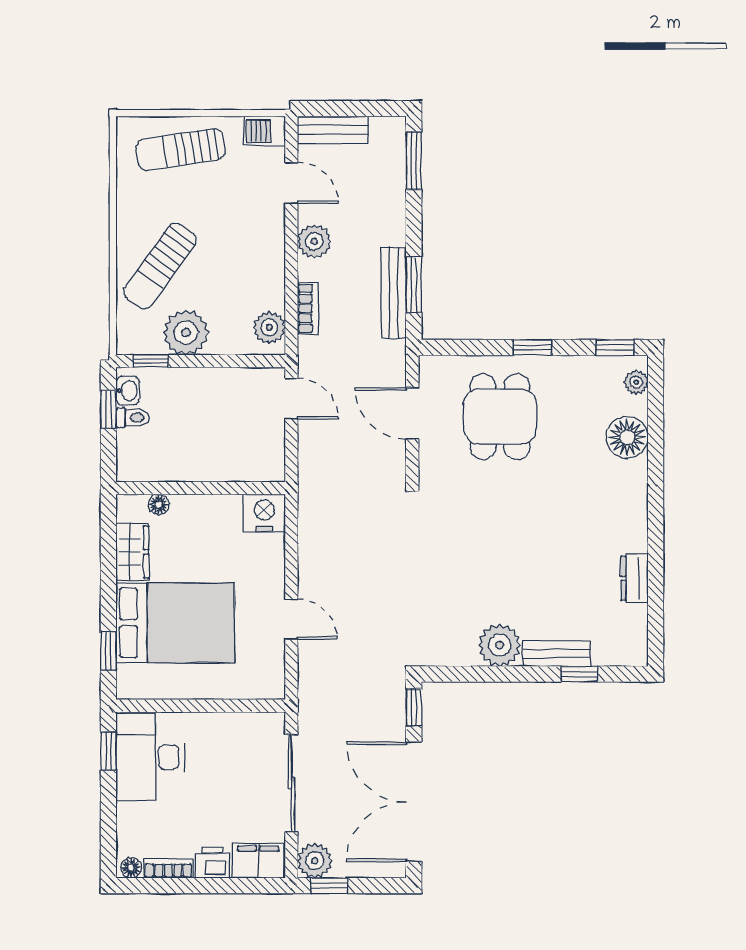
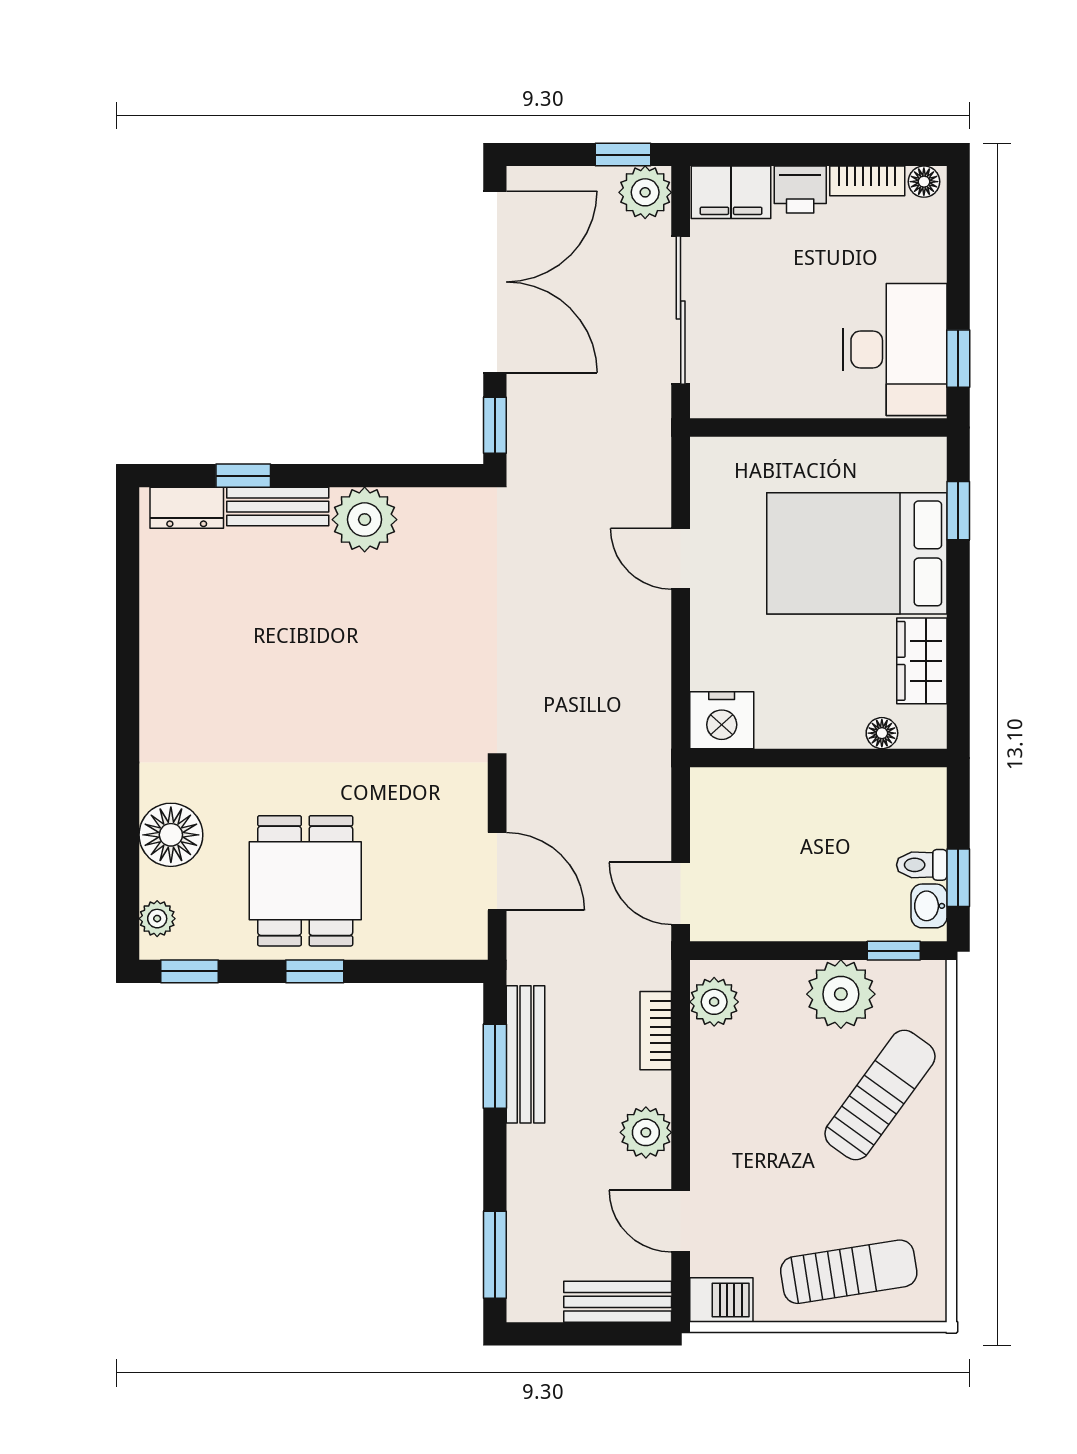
dining table: (500, 417) -> (305, 881), moved
dresser: (635, 578) -> (187, 508), moved, turned 90

